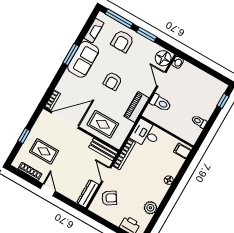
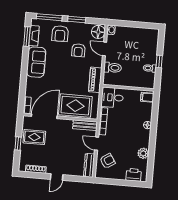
window: (71, 54) -> (27, 37), moved
armchair: (113, 81) -> (78, 50), moved
window: (223, 101) -> (159, 61), moved
rug: (103, 124) -> (75, 106), width x1.36, depth x1.43
rug: (44, 151) -> (34, 137), moved
door: (48, 190) -> (57, 177), swing flipped

